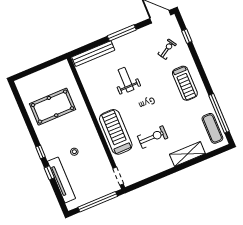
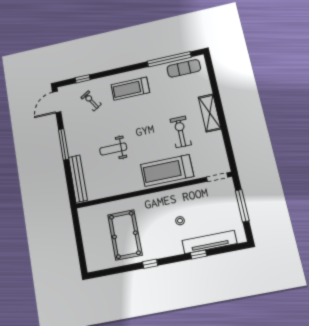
treadmill: (185, 83) -> (130, 89), turned 180
window: (41, 152) -> (150, 264), moved
shelving: (187, 154) -> (210, 113), moved
window: (98, 202) -> (242, 206), width x0.68

